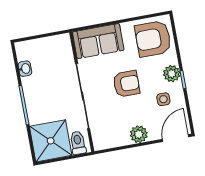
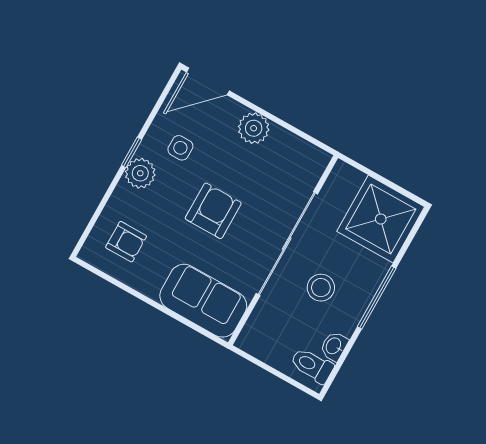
armchair: (153, 39) -> (126, 242), width x0.53, depth x0.53
armchair: (126, 84) -> (213, 211), turned 90
stool: (52, 89) -> (321, 288), added
toilet: (78, 143) -> (312, 365), moved, turned 90

